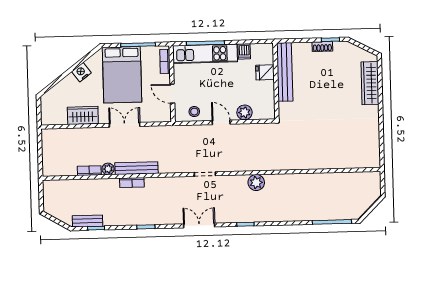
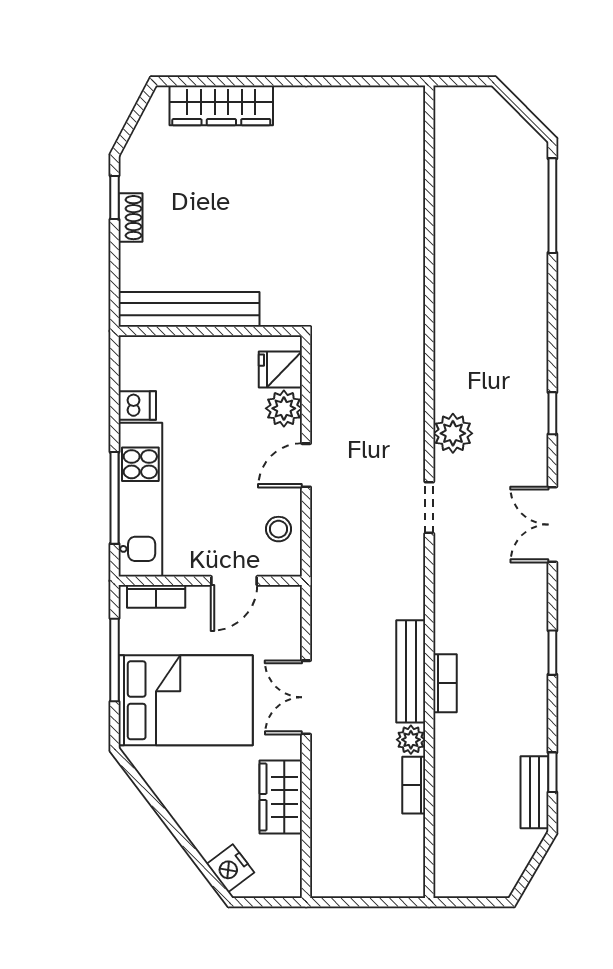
nightstand: (81, 72) -> (230, 868), moved
fridge: (265, 72) -> (280, 369), moved, turned 90
plant: (256, 183) -> (453, 433), moved

